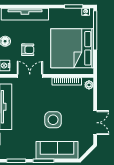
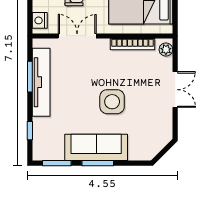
double door: (95, 123) -> (175, 90), moved
sofa: (57, 150) -> (96, 147), moved

